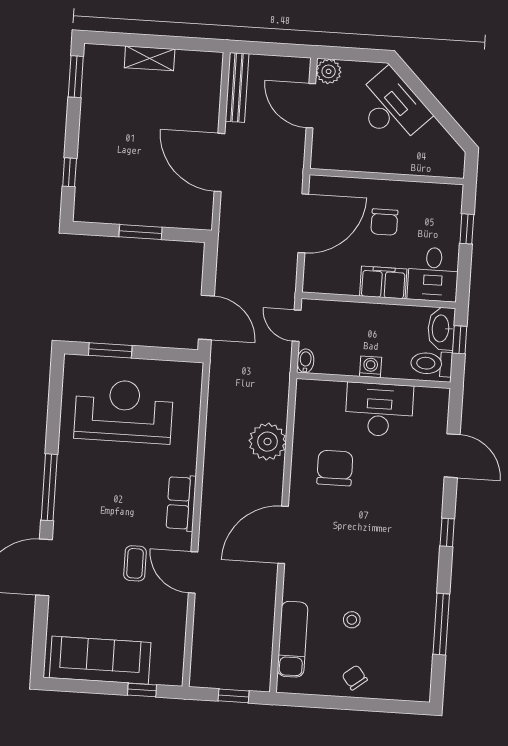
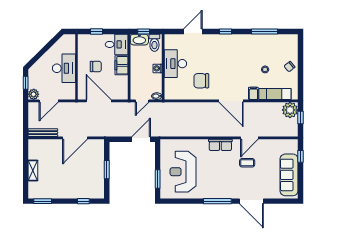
window: (357, 55) -> (26, 83), added
desk: (392, 107) -> (64, 68), moved, turned 135
plant: (267, 442) -> (290, 110), moved
filing cabinet: (297, 589) -> (253, 93), added

